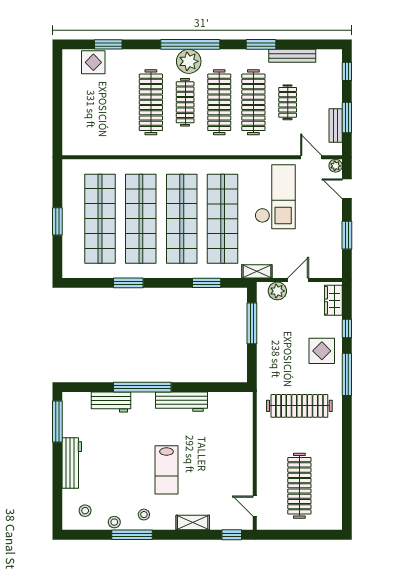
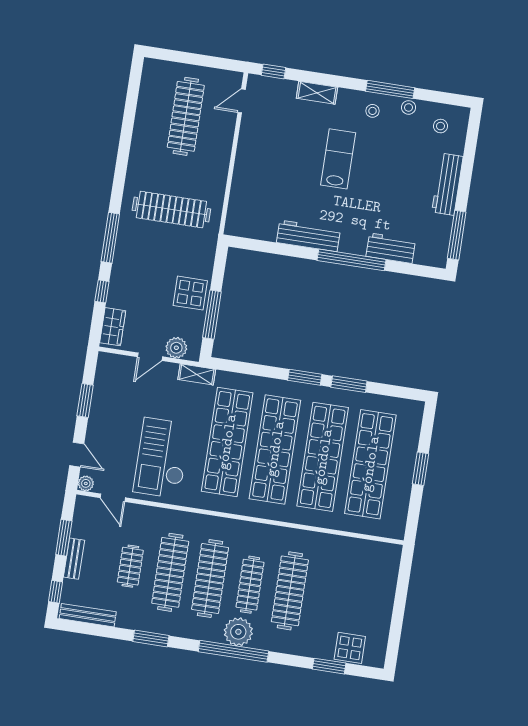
bench: (292, 56) -> (88, 615), moved
bench: (336, 125) -> (74, 559), moved
window: (207, 283) -> (305, 377), moved
display table: (322, 351) -> (190, 293), moved
door: (255, 506) -> (242, 101), swing flipped

